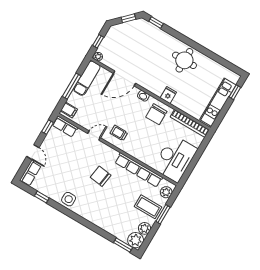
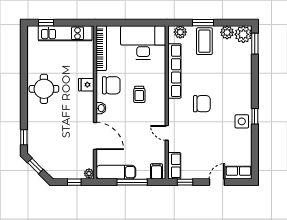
trolley: (119, 133) -> (139, 94), moved
chair: (101, 176) -> (202, 104), turned -98
window: (42, 197) -> (255, 116), moved

